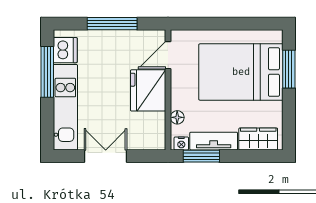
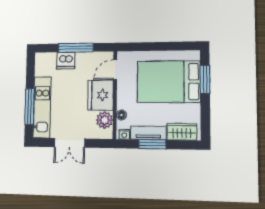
dishwasher: (65, 50) -> (66, 61), moved, turned 90
window: (47, 72) -> (30, 107), moved
plant: (154, 124) -> (104, 120), added
double door: (106, 156) -> (69, 143), swing flipped
window: (201, 156) -> (152, 144), moved

